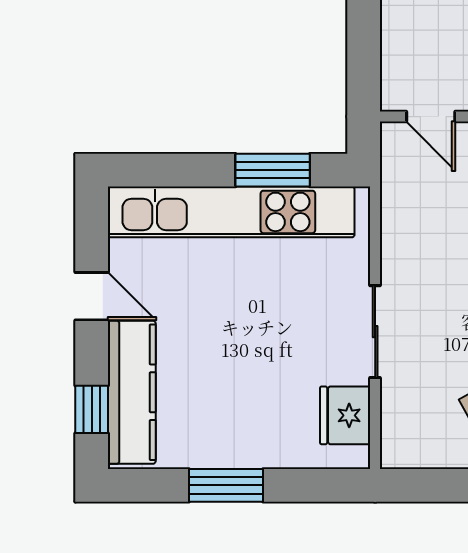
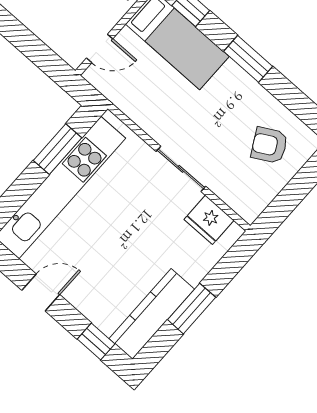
kitchen counter: (132, 392) -> (152, 314), moved, turned -90

